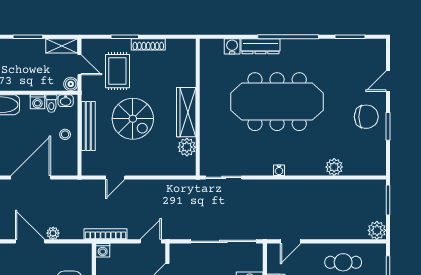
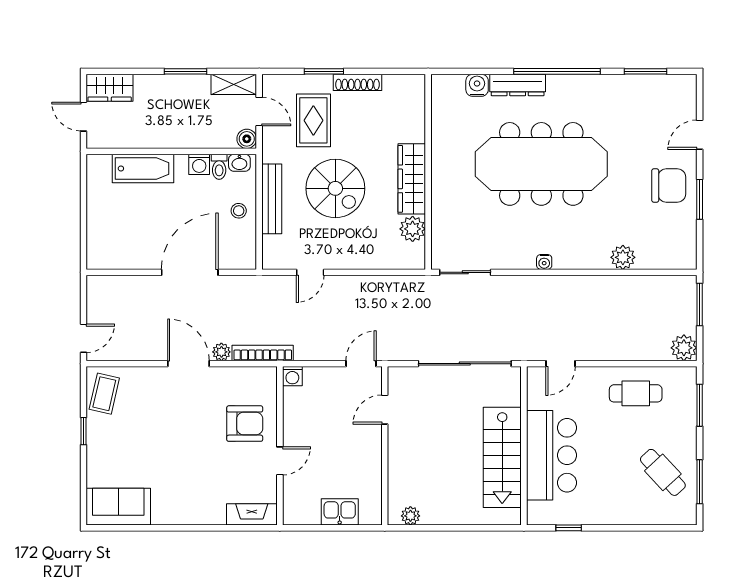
bookcase: (106, 234) -> (263, 353), moved

